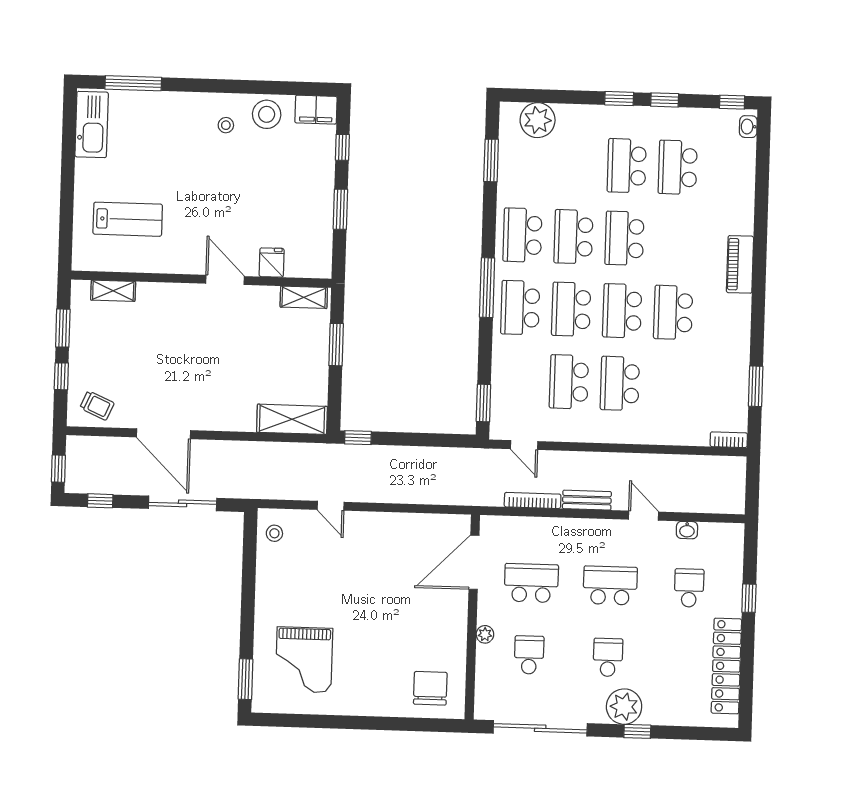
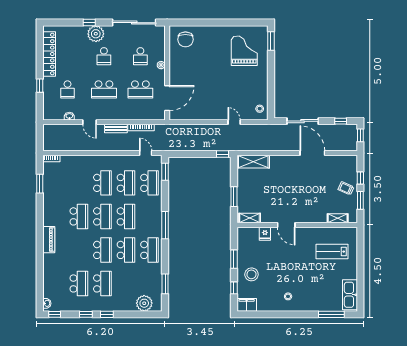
stool: (267, 114) -> (251, 274), moved
school desk: (520, 308) -> (150, 183), moved
trolley: (97, 405) -> (346, 188), moved

